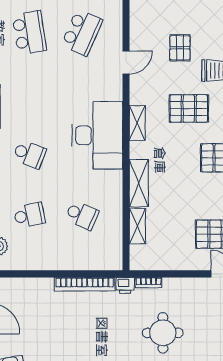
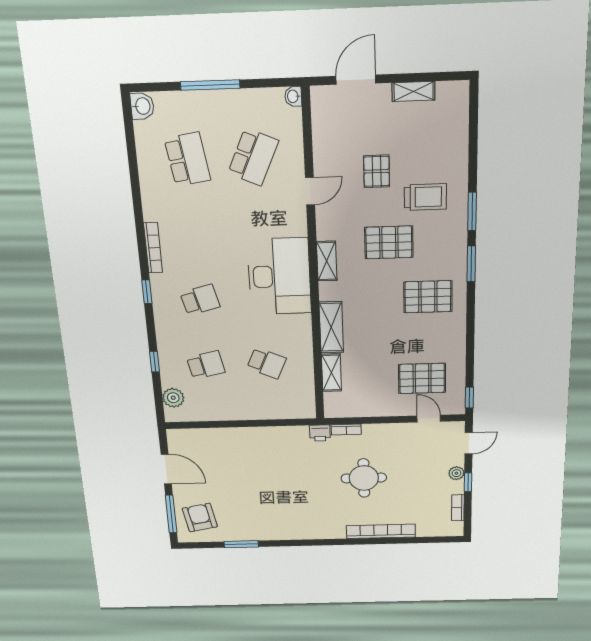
school desk: (29, 154) -> (200, 300), turned -36
bookcase: (85, 284) -> (274, 433), removed

